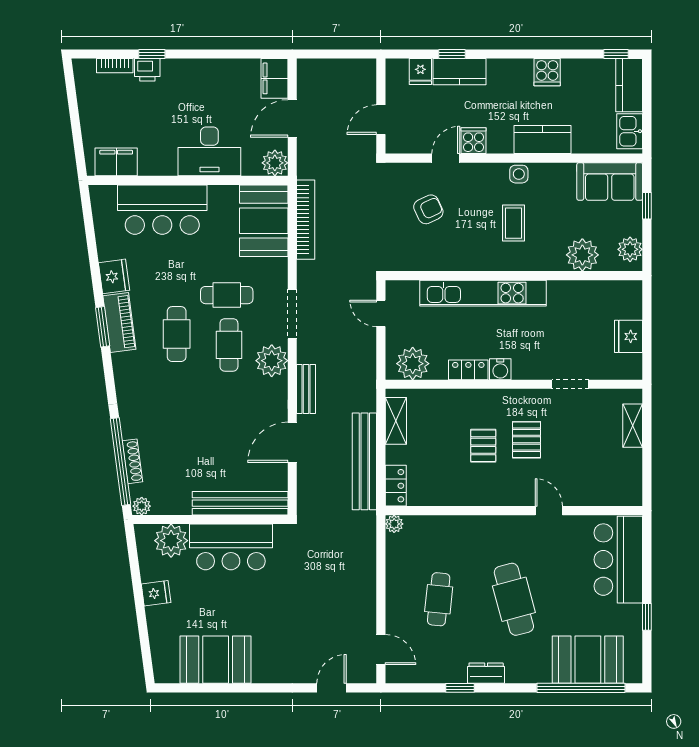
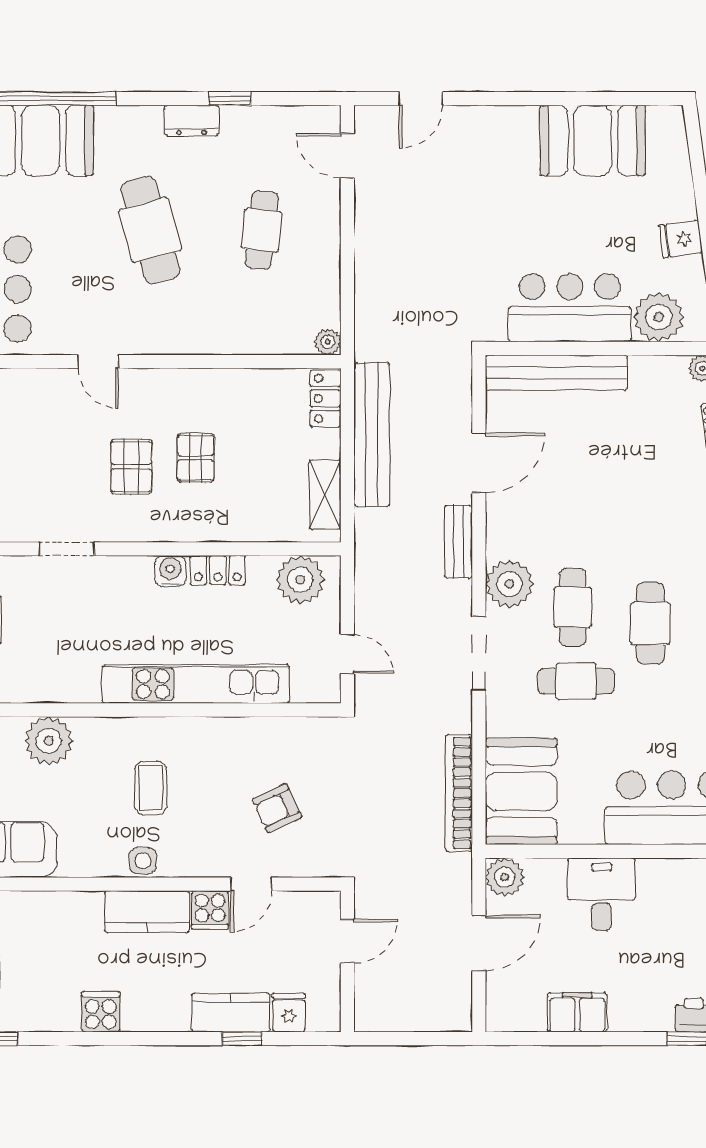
filing cabinet: (274, 78) -> (577, 1012), moved, turned -90
kitchen counter: (542, 140) -> (147, 912), moved
desk: (209, 151) -> (602, 894), width x0.73

